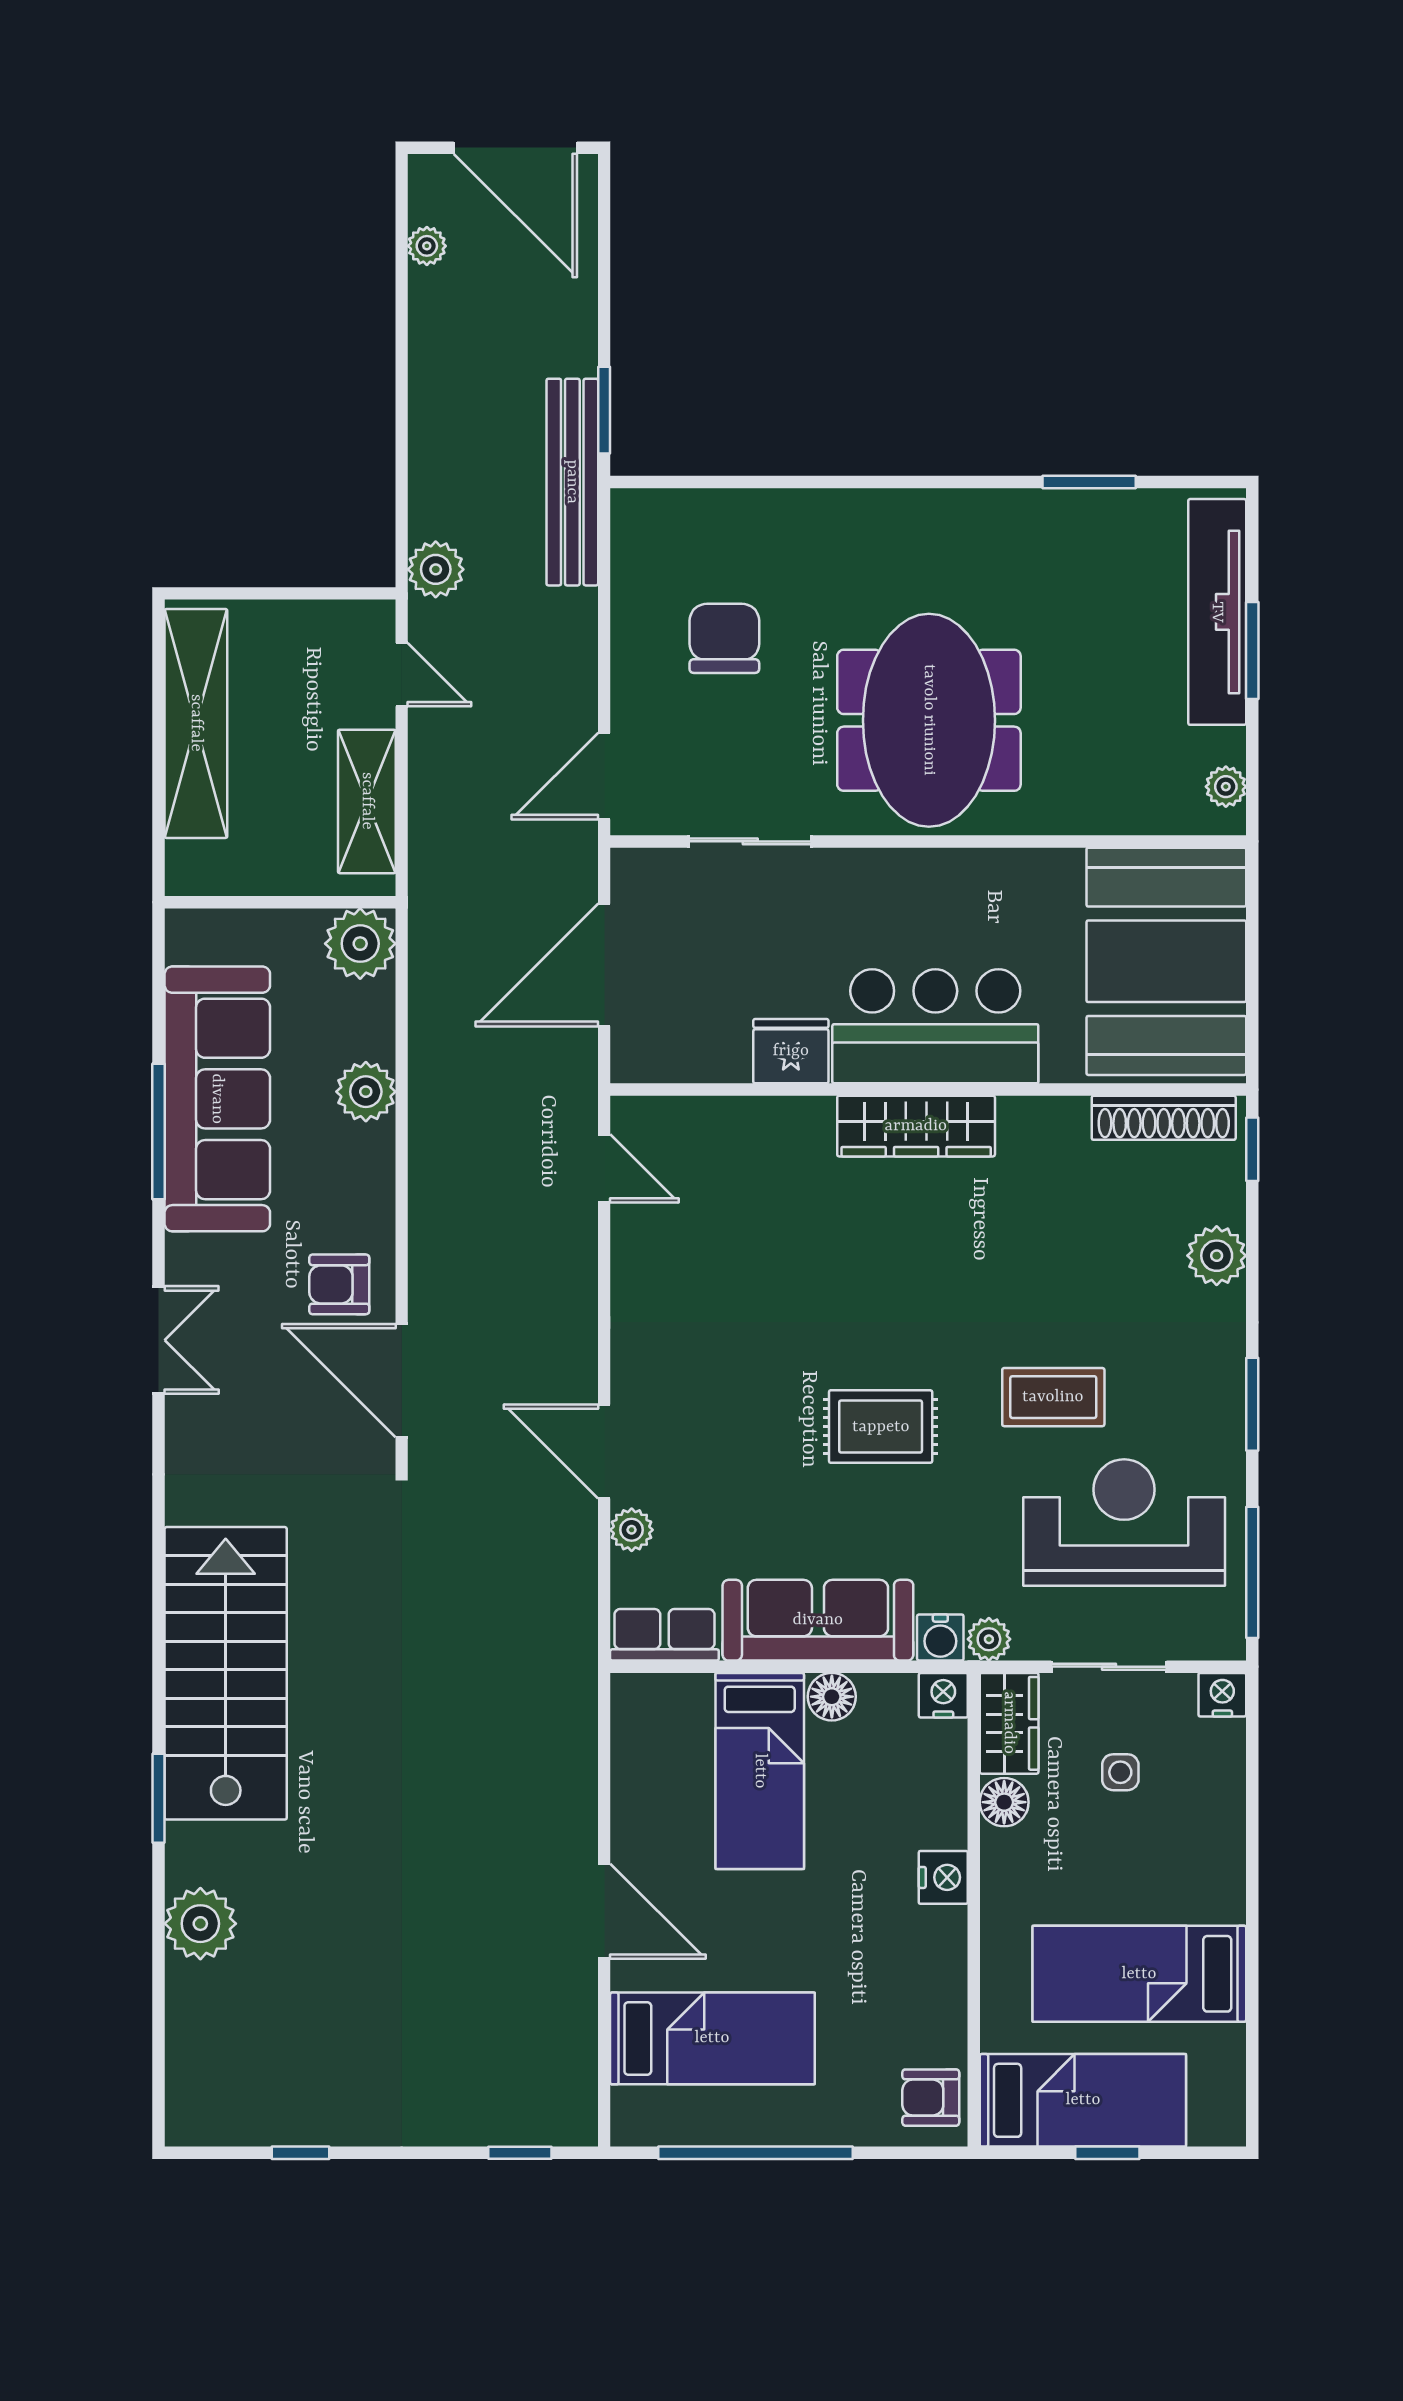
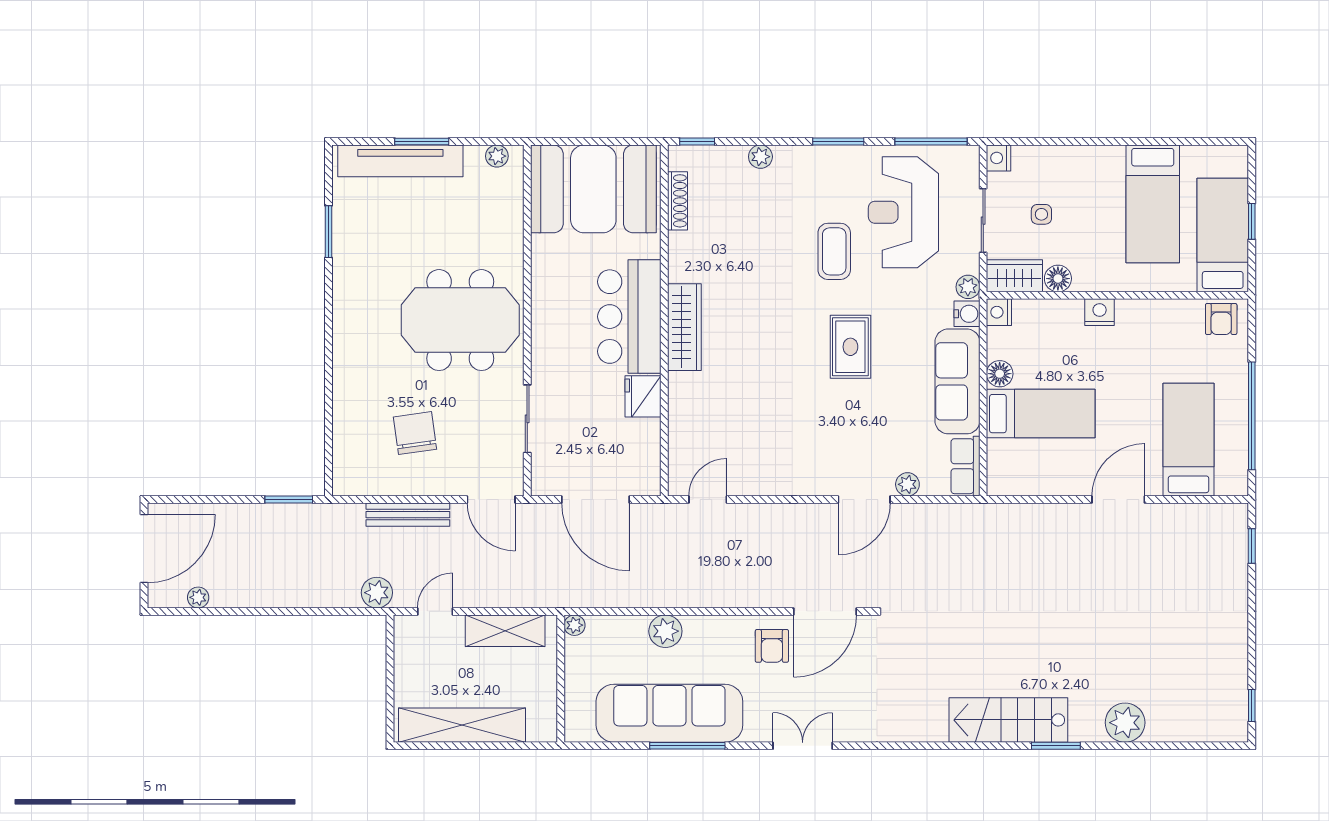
bench: (572, 482) -> (408, 515), moved, width x0.73, depth x0.82
chair: (724, 638) -> (415, 433), turned 82
plant: (360, 944) -> (574, 625), width x0.53, depth x0.53
shoe rack: (1164, 1118) -> (678, 201), width x0.74, depth x0.81
plant: (1217, 1256) -> (760, 157), width x0.73, depth x0.73
stairs: (226, 1673) -> (1008, 720), width x0.73, depth x0.66
window: (300, 2153) -> (1252, 706), moved

